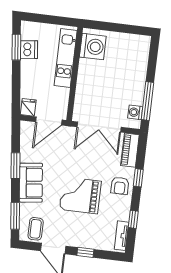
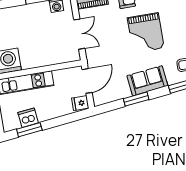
door: (49, 121) -> (87, 81), hinge flipped
double door: (99, 127) -> (79, 34), width x0.73

